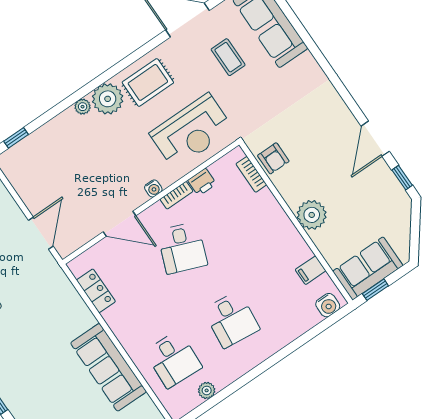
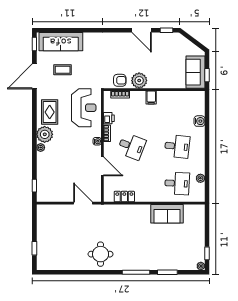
plant: (312, 215) -> (139, 81), moved
door: (119, 224) -> (102, 166), hinge flipped
filing cabinet: (311, 270) -> (151, 97), moved
water cooler: (328, 305) -> (200, 121), moved
sofa: (108, 367) -> (167, 214), width x0.73

